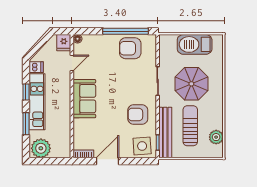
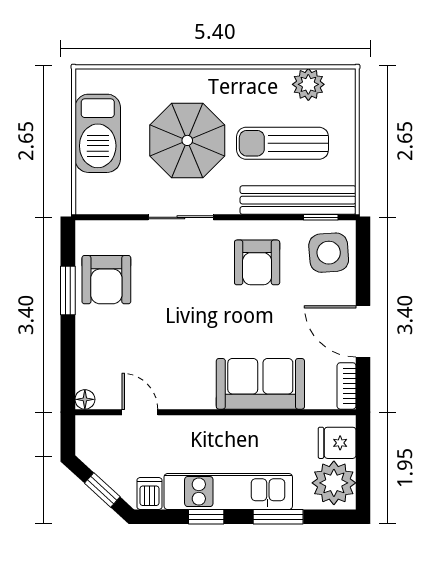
window: (125, 31) -> (68, 291), width x0.47
fridge: (64, 43) -> (337, 443), moved, turned 180
window: (38, 46) -> (102, 490), added
sofa: (84, 99) -> (260, 384), moved

